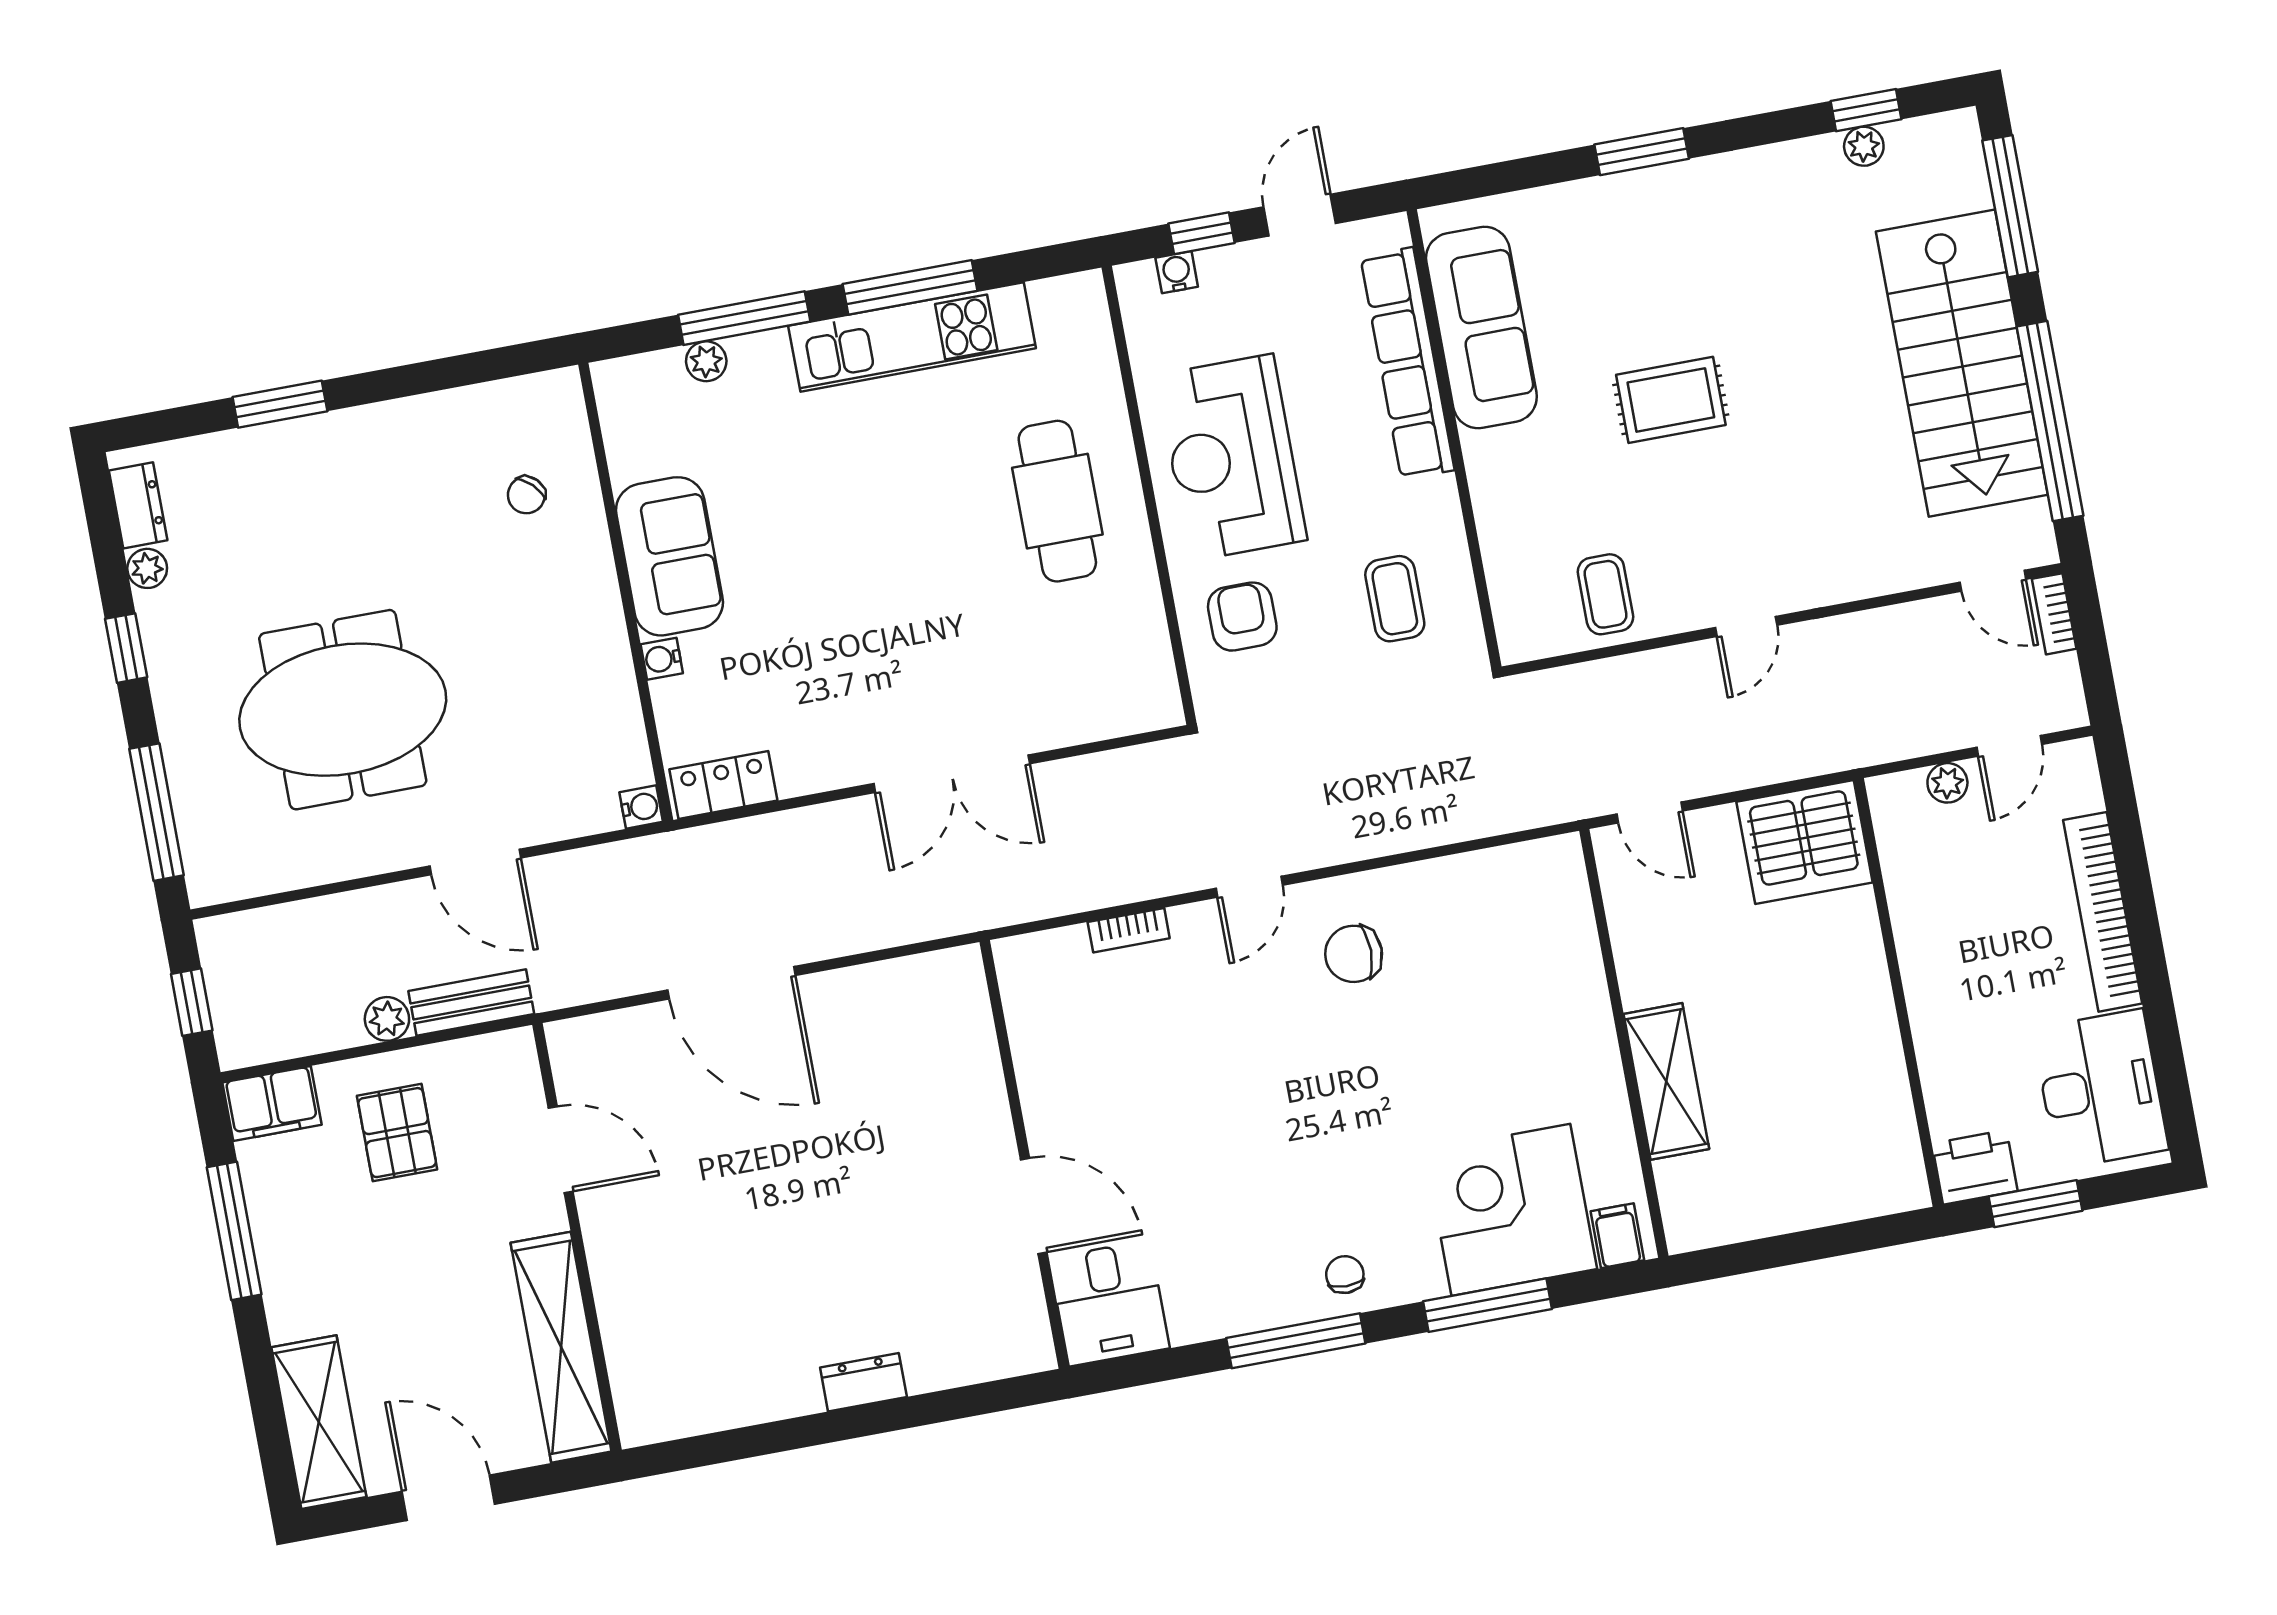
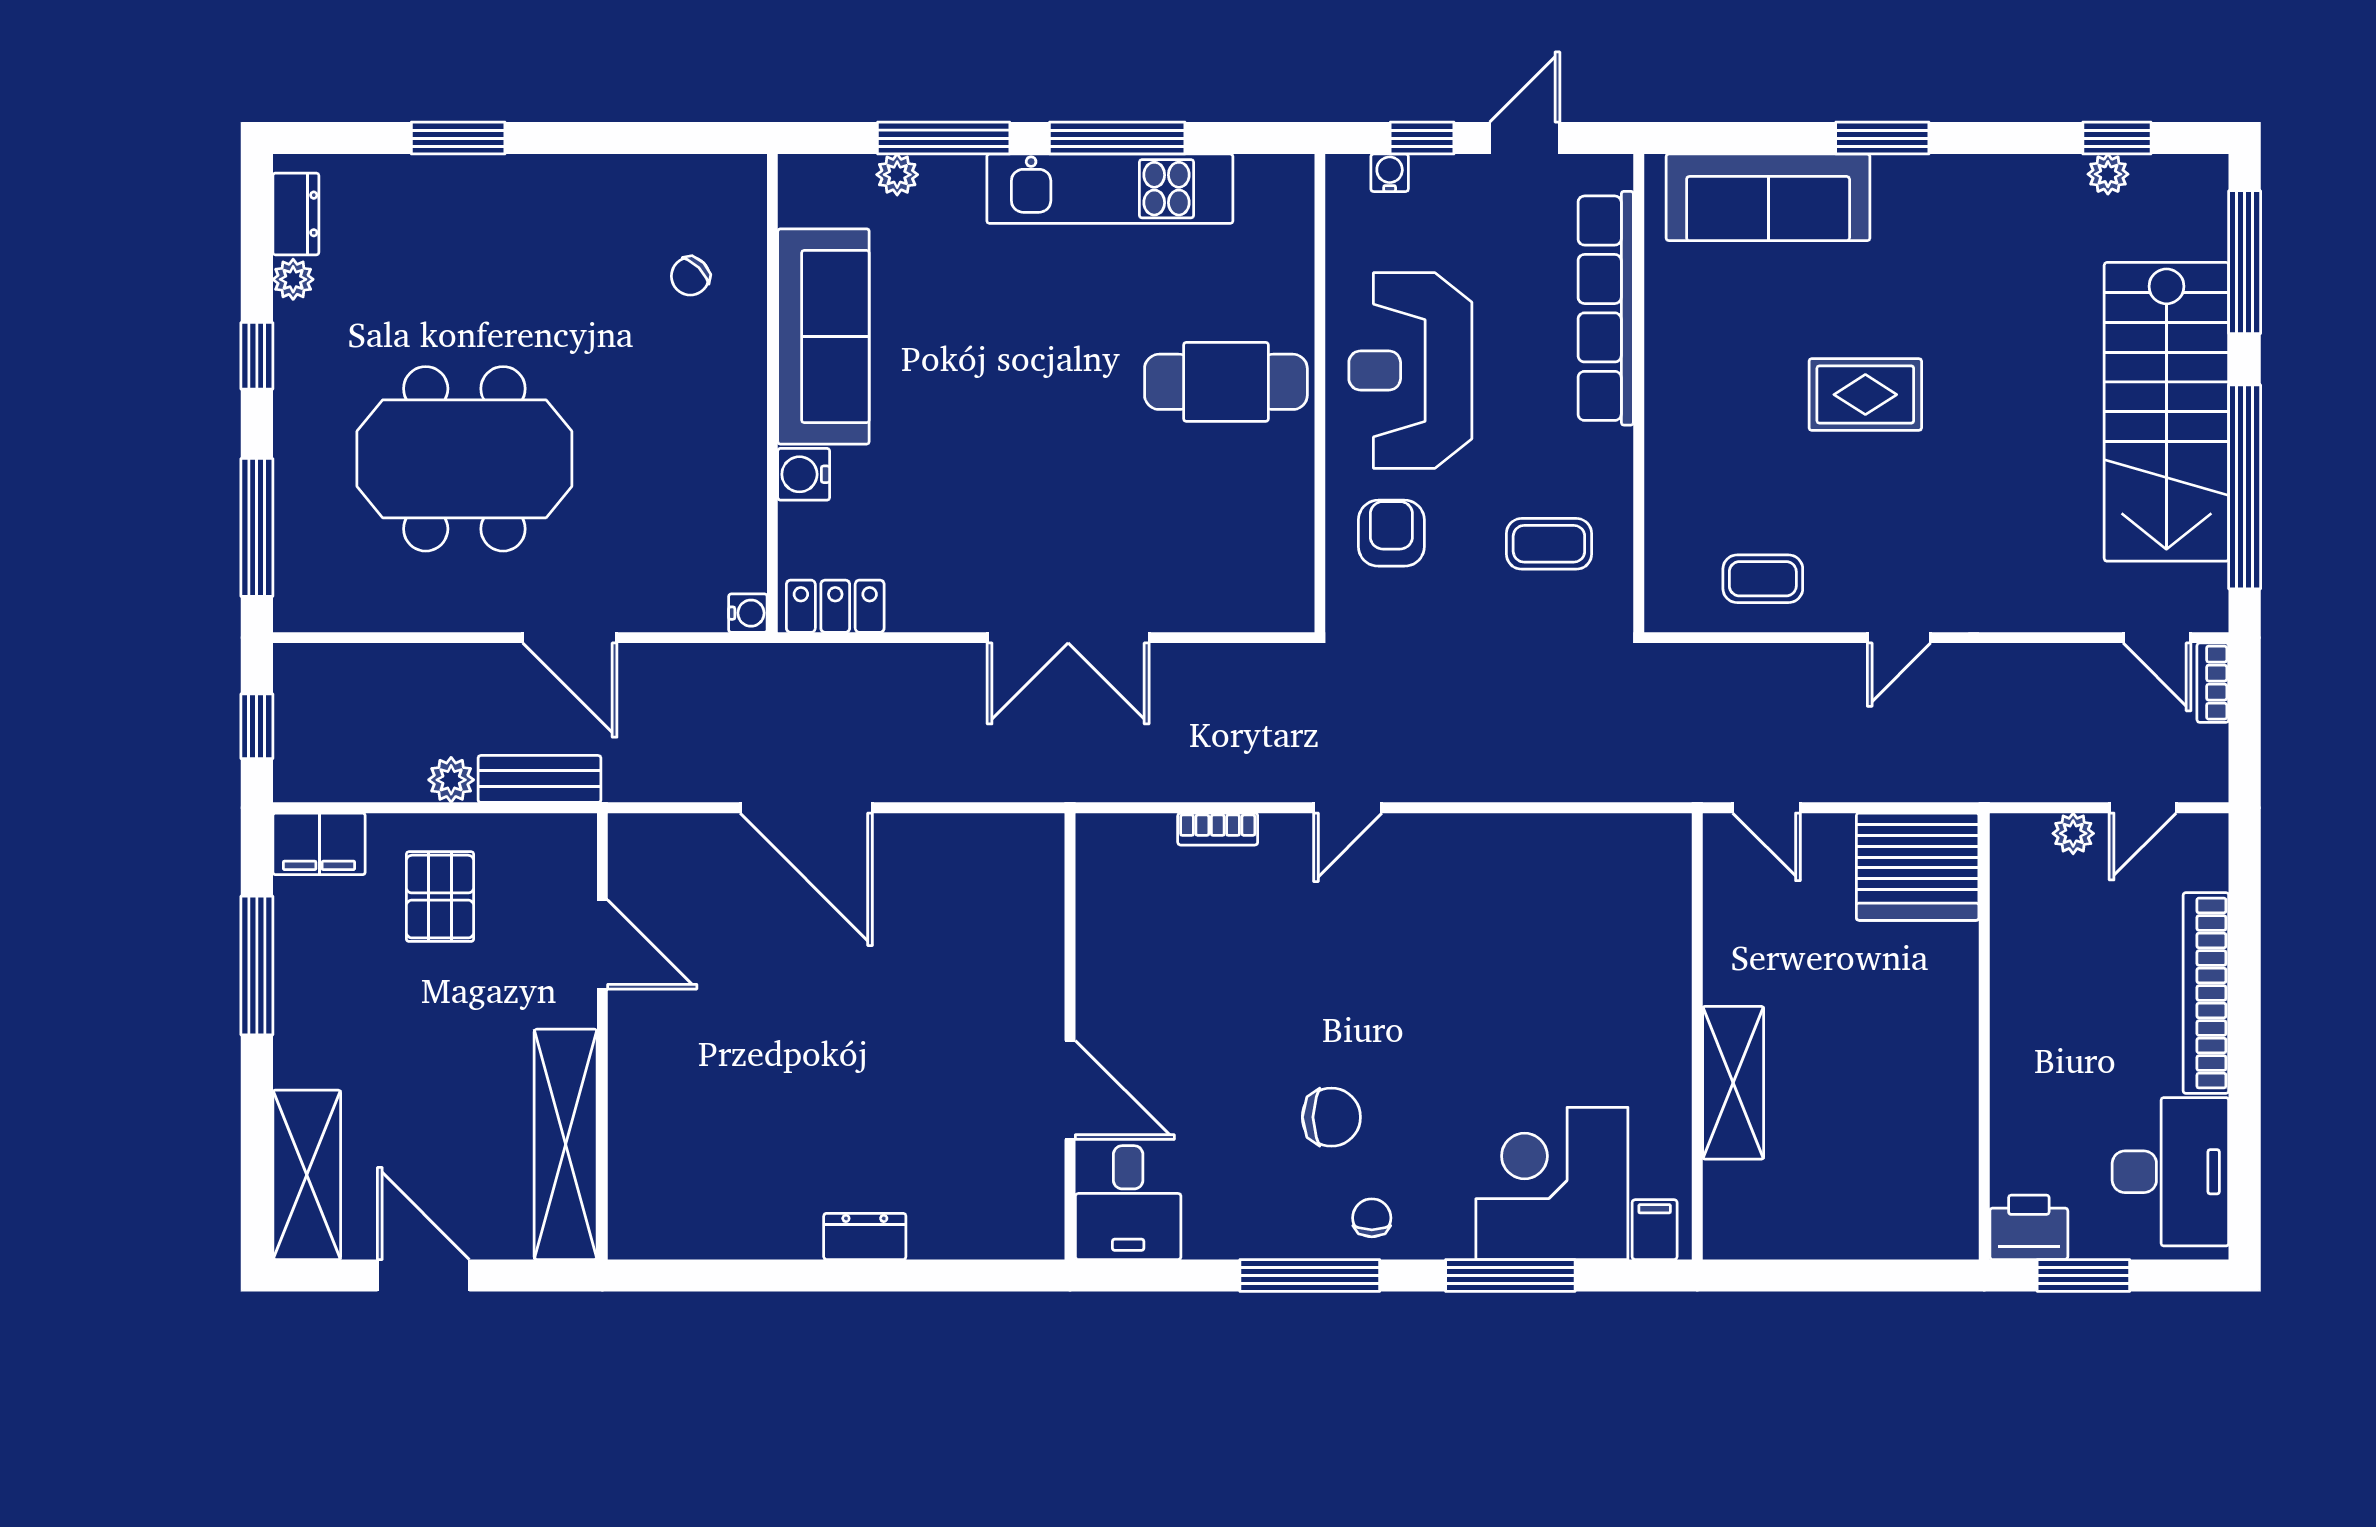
sofa: (1481, 328) -> (1768, 197), moved, turned 90
cafe table: (1057, 501) -> (1226, 382), turned 90
sofa: (669, 556) -> (823, 336), width x1.36
coffee table: (1605, 594) -> (1763, 579), turned 90
coffee table: (1395, 599) -> (1549, 544), turned 90
water cooler: (662, 659) -> (804, 474), width x1.38, depth x1.38
chair: (1354, 954) -> (1331, 1117), moved, turned 180

